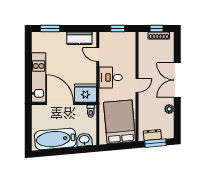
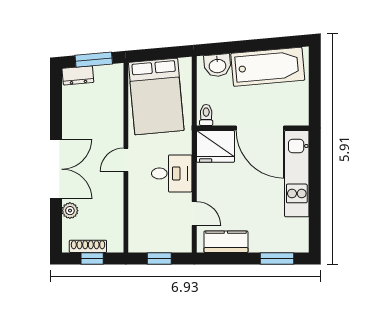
plant: (169, 109) -> (70, 211), moved
dresser: (152, 135) -> (78, 75), moved

